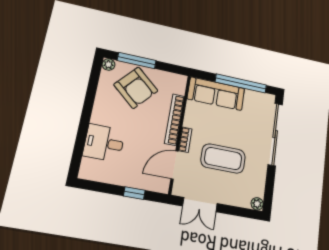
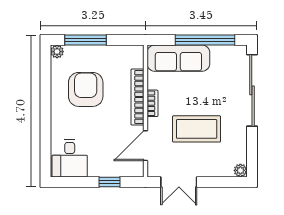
armchair: (136, 88) -> (86, 89), moved, turned -131
bookcase: (185, 140) -> (152, 103), moved
desk: (104, 143) -> (70, 158), moved, turned -90

